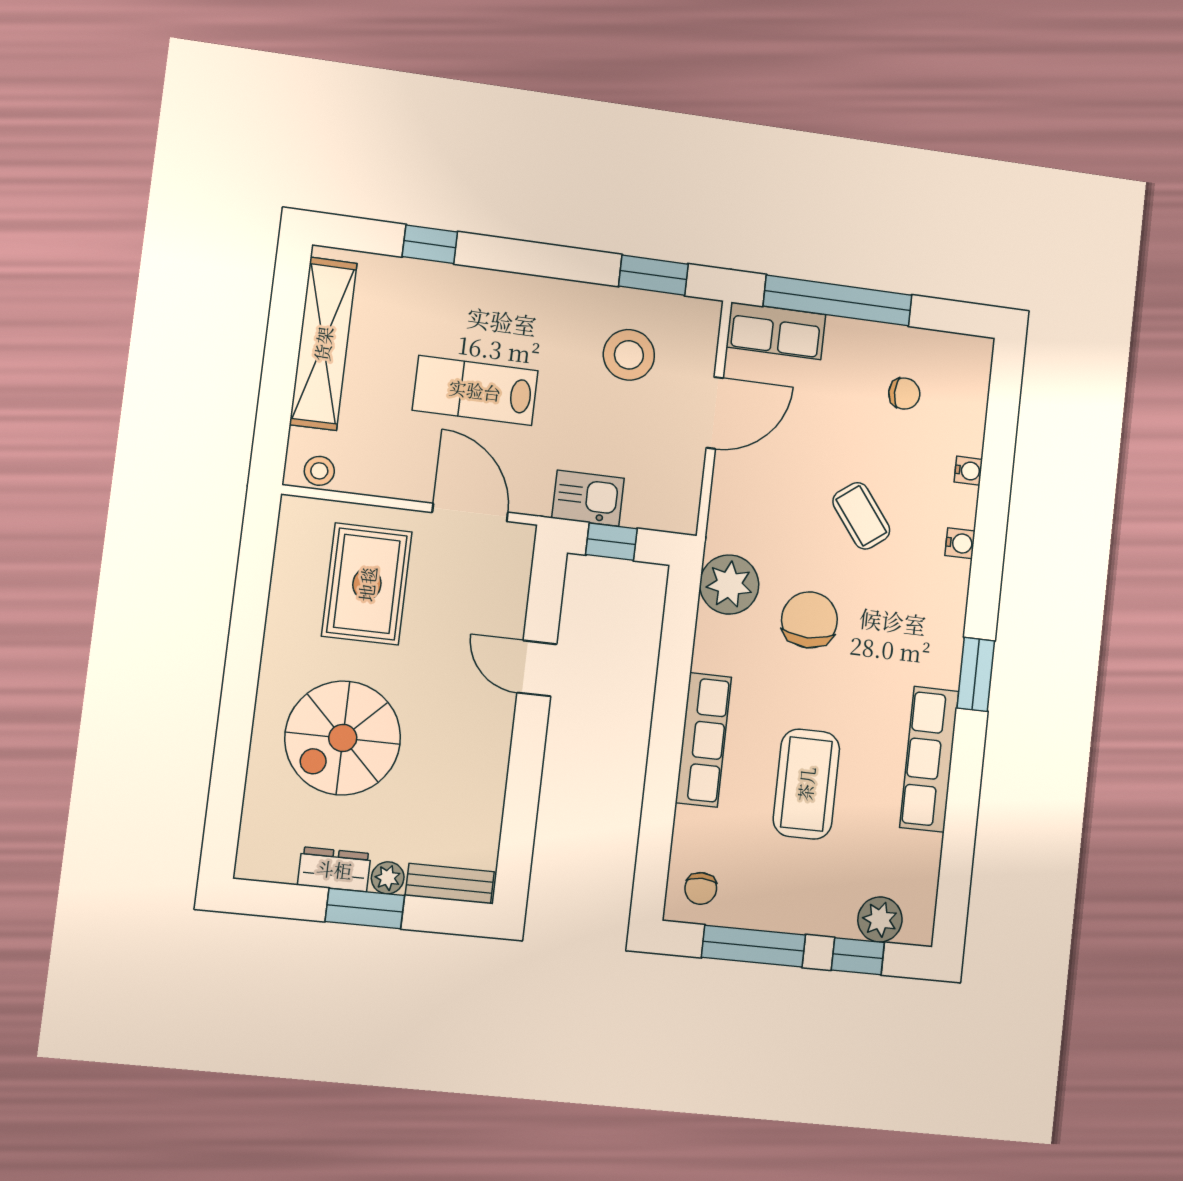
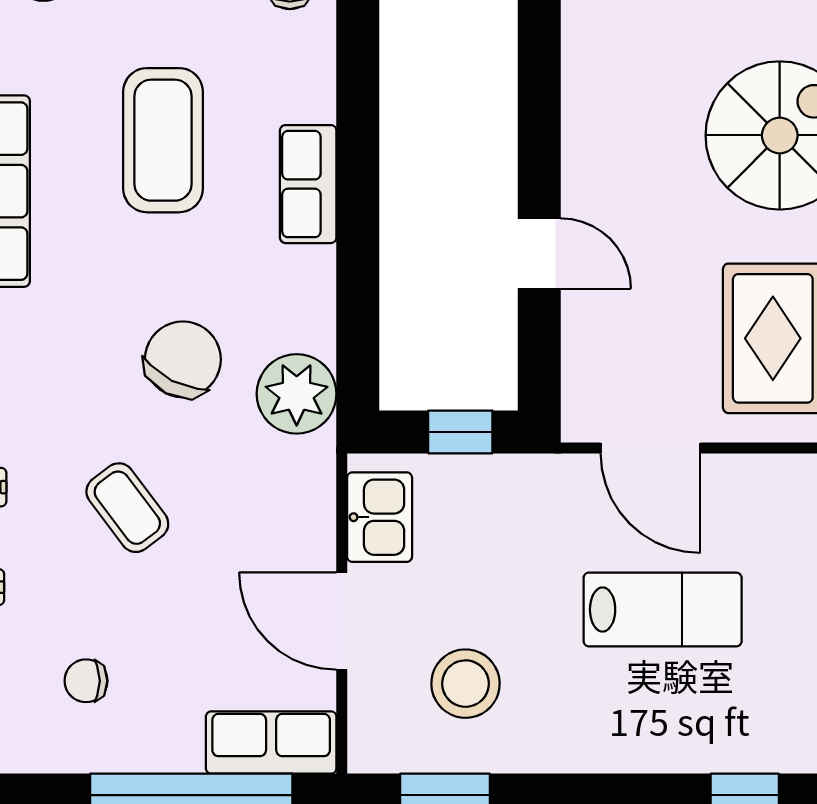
door: (715, 413) -> (342, 621), hinge flipped
kitchen sink: (588, 498) -> (380, 517), moved, turned -90
chair: (809, 620) -> (183, 359), turned -153
row of seats: (703, 740) -> (308, 184), width x0.68

